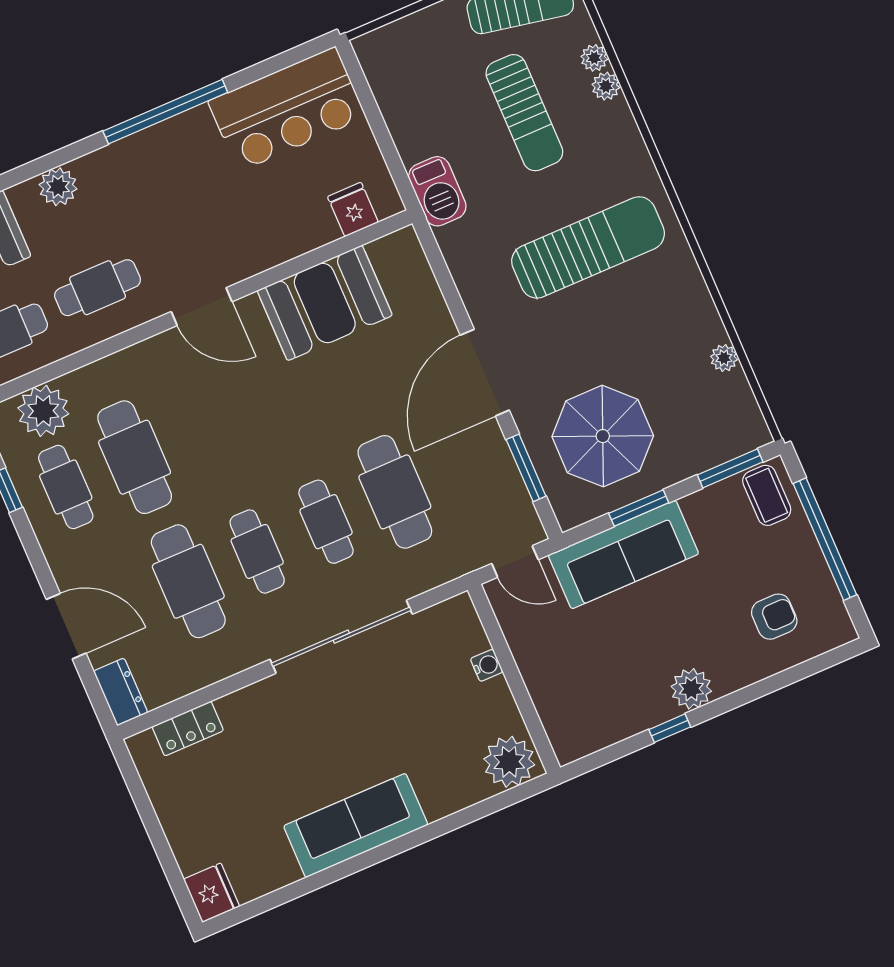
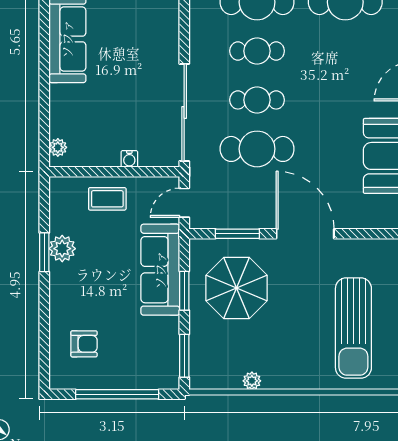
coffee table: (767, 495) -> (107, 199), moved
armchair: (774, 617) -> (84, 344), turned -90
sliding door: (341, 637) -> (184, 112), moved
plant: (691, 689) -> (62, 249), moved
window: (670, 728) -> (44, 252), width x1.50
plant: (509, 762) -> (58, 147), width x0.53, depth x0.53

